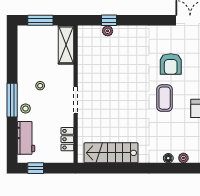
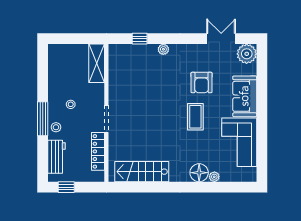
window: (40, 20) -> (71, 39), removed
plant: (108, 31) -> (163, 49), moved
locker: (67, 139) -> (98, 151), width x1.53
floor lamp: (168, 158) -> (199, 173), width x1.89, depth x1.89

